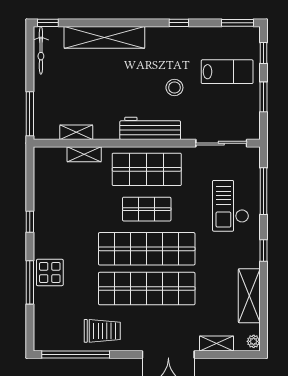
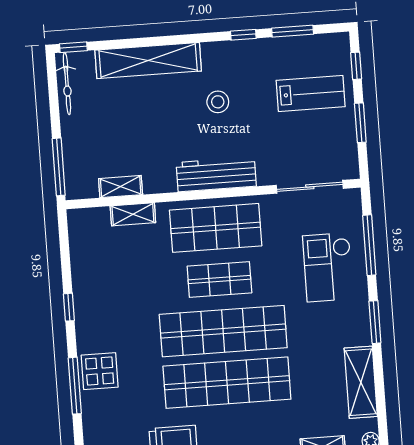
window: (237, 23) -> (293, 31), moved
stool: (174, 88) -> (218, 102), moved
window: (264, 250) -> (375, 322), width x1.50

